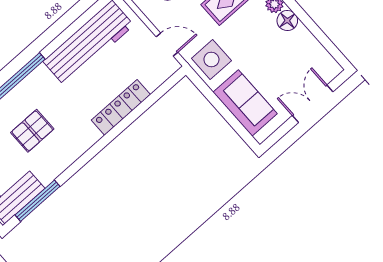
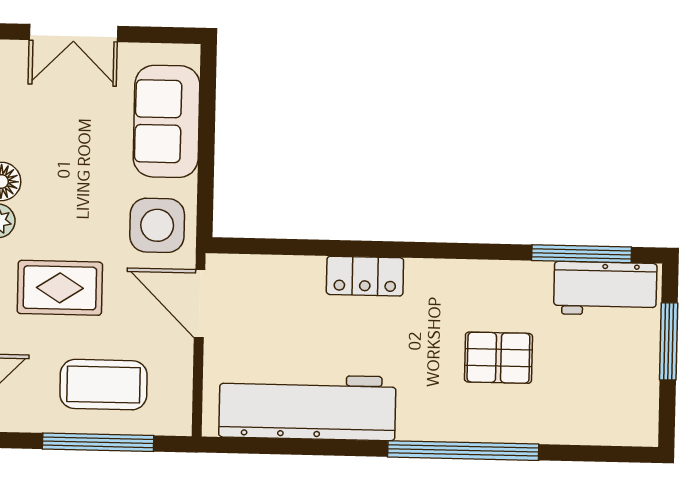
door: (167, 44) -> (200, 304), width x1.38
locker: (121, 107) -> (365, 276), width x0.66

